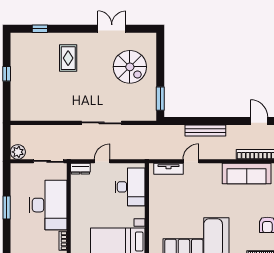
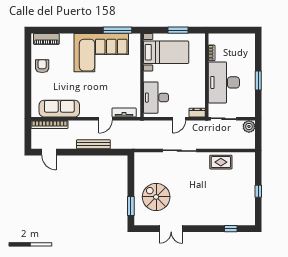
rug: (68, 58) -> (221, 162), moved, turned 90
window: (160, 99) -> (131, 206), moved

